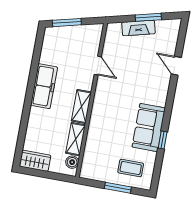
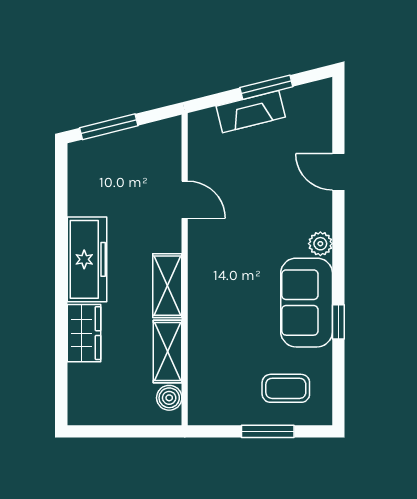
plant: (161, 100) -> (320, 244), added
wardrobe: (35, 161) -> (84, 333), moved, turned 90

